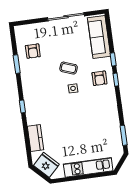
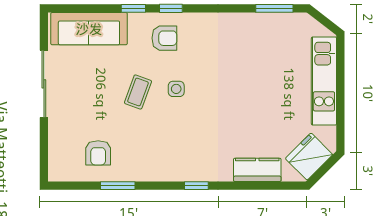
armchair: (33, 51) -> (98, 153), turned 90

